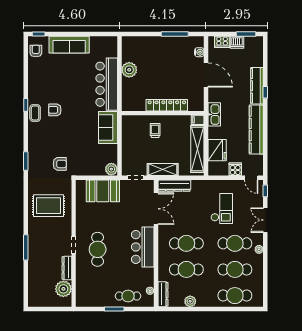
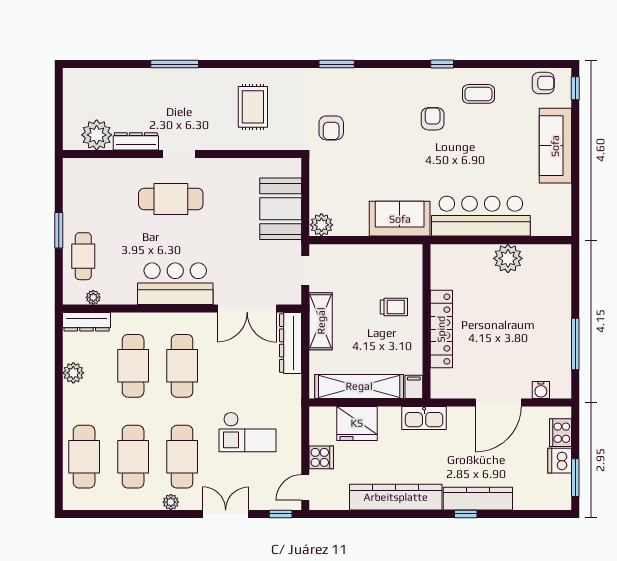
coffee table: (35, 113) -> (478, 94), moved
rug: (48, 206) -> (253, 107), width x0.73, depth x0.70

